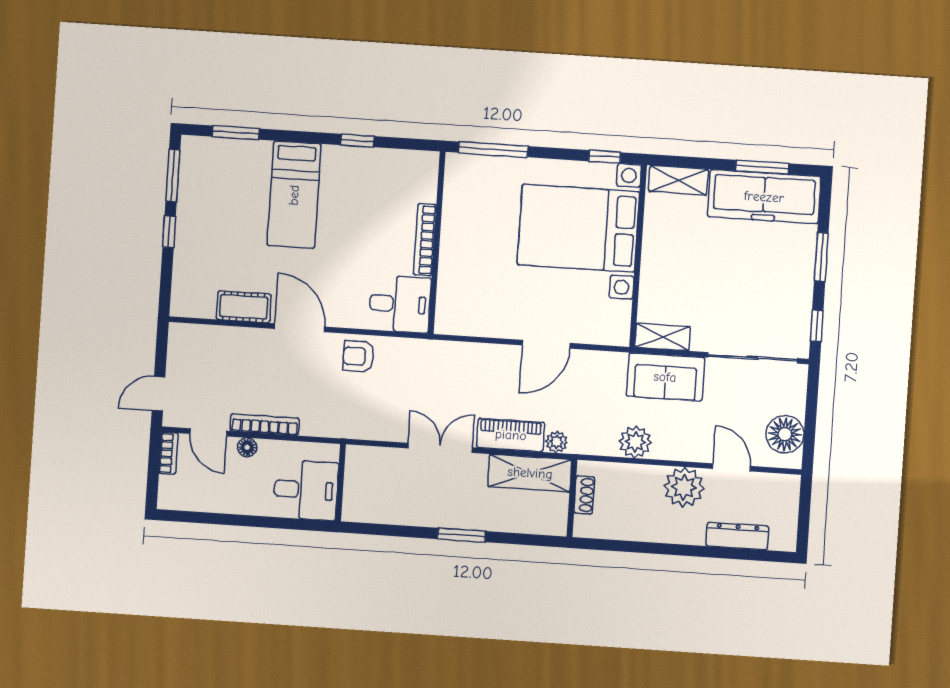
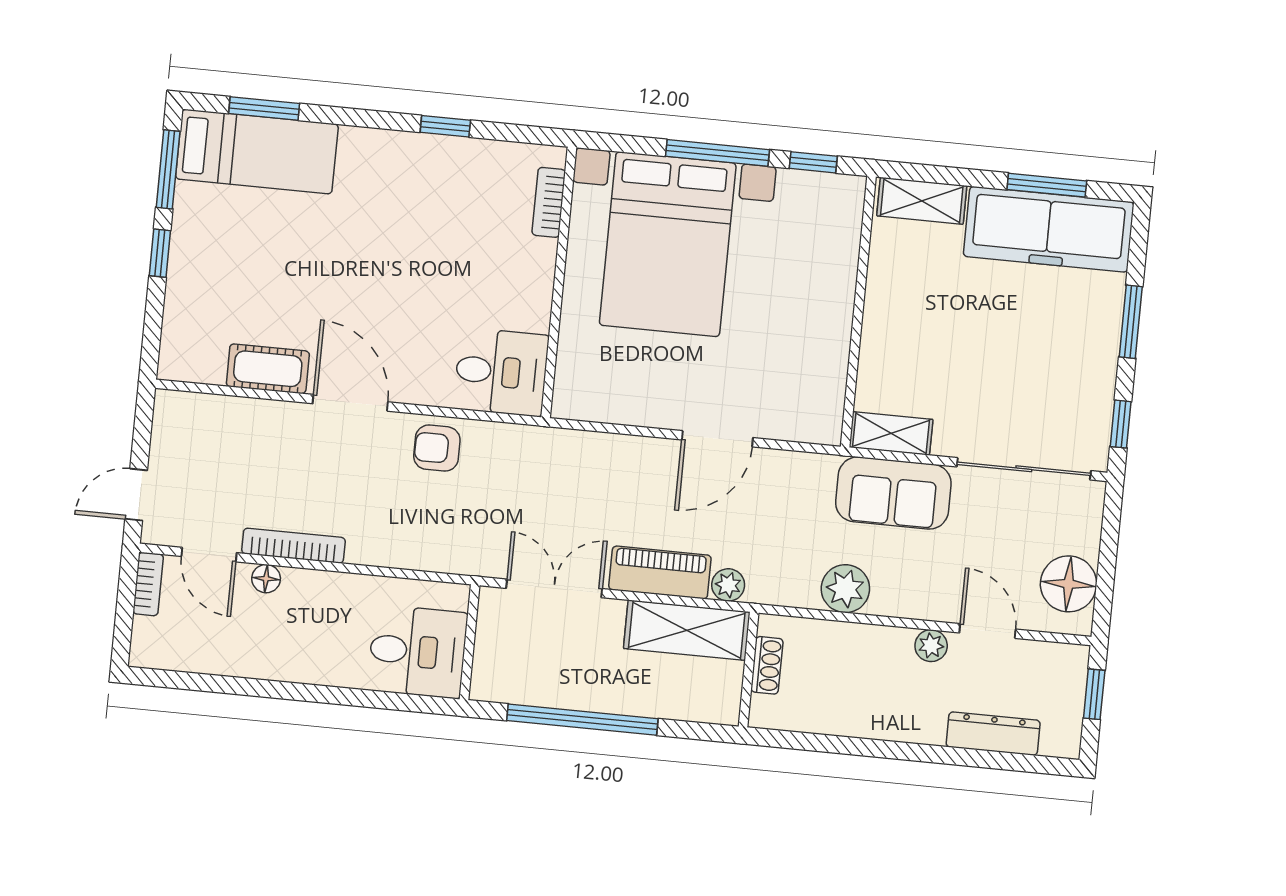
window: (493, 149) -> (718, 153), moved
bed: (294, 195) -> (257, 152), moved, turned -90
bed with nightstands: (578, 228) -> (668, 244), moved, turned -90
bookcase: (425, 240) -> (549, 202), moved, width x0.64
wall: (341, 483) -> (470, 642), moved
plant: (684, 487) -> (931, 646), width x0.53, depth x0.53
desk: (306, 490) -> (418, 652), moved
window: (804, 508) -> (1094, 694), added
window: (462, 535) -> (582, 720), width x2.11

